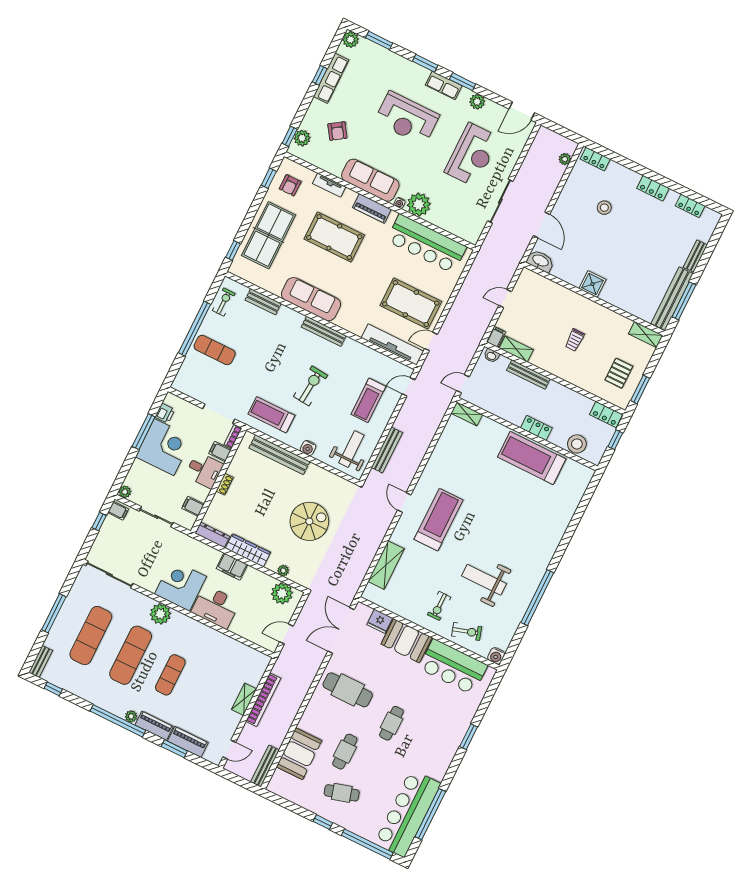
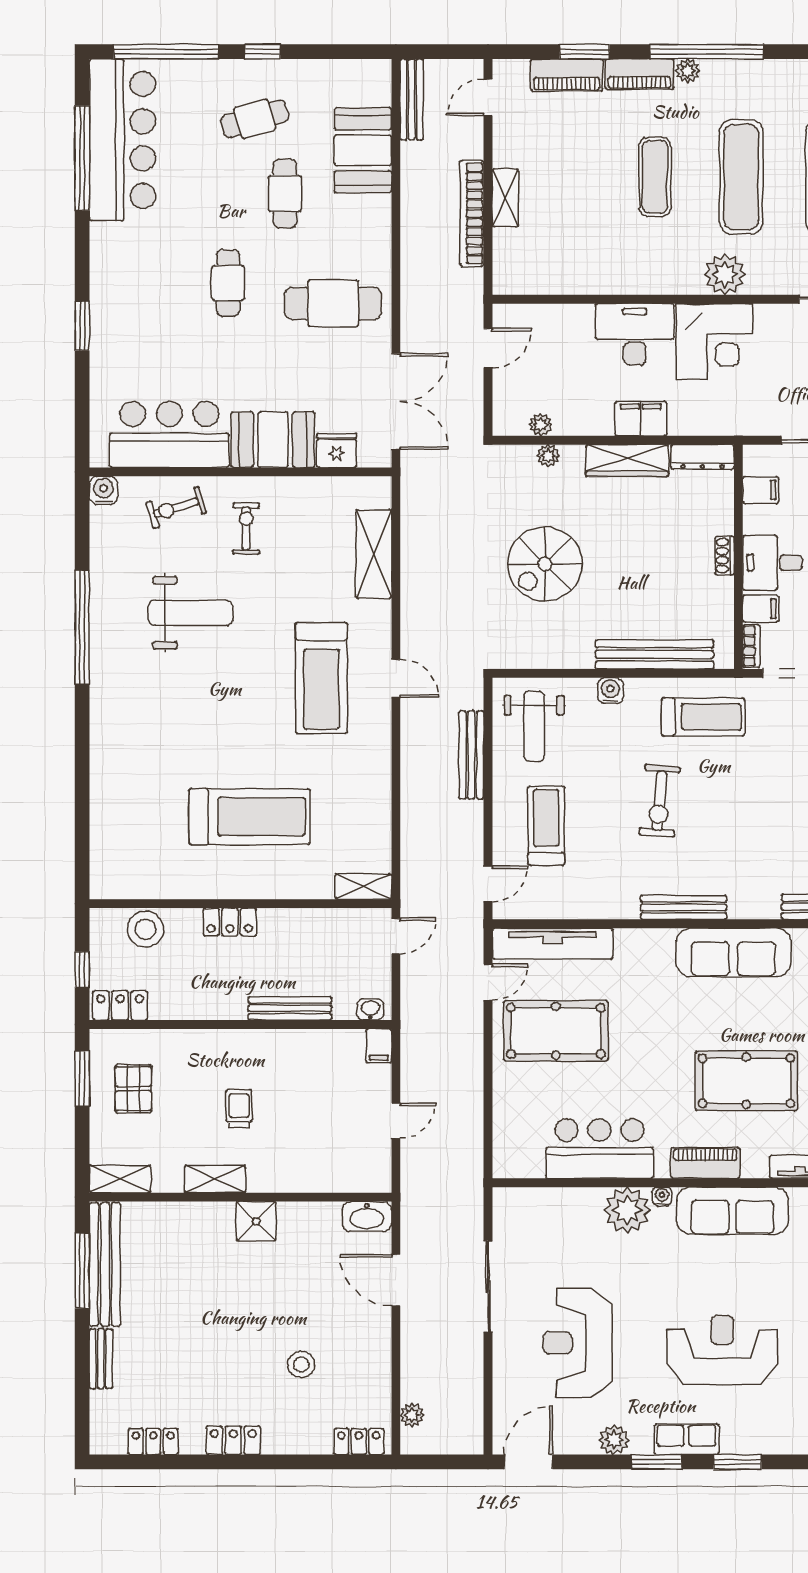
bar counter: (426, 244) -> (600, 1149), width x0.73
shelving: (516, 349) -> (215, 1179), moved
treadmill: (532, 458) -> (250, 817), moved
plant: (282, 593) -> (541, 425), width x0.53, depth x0.53

